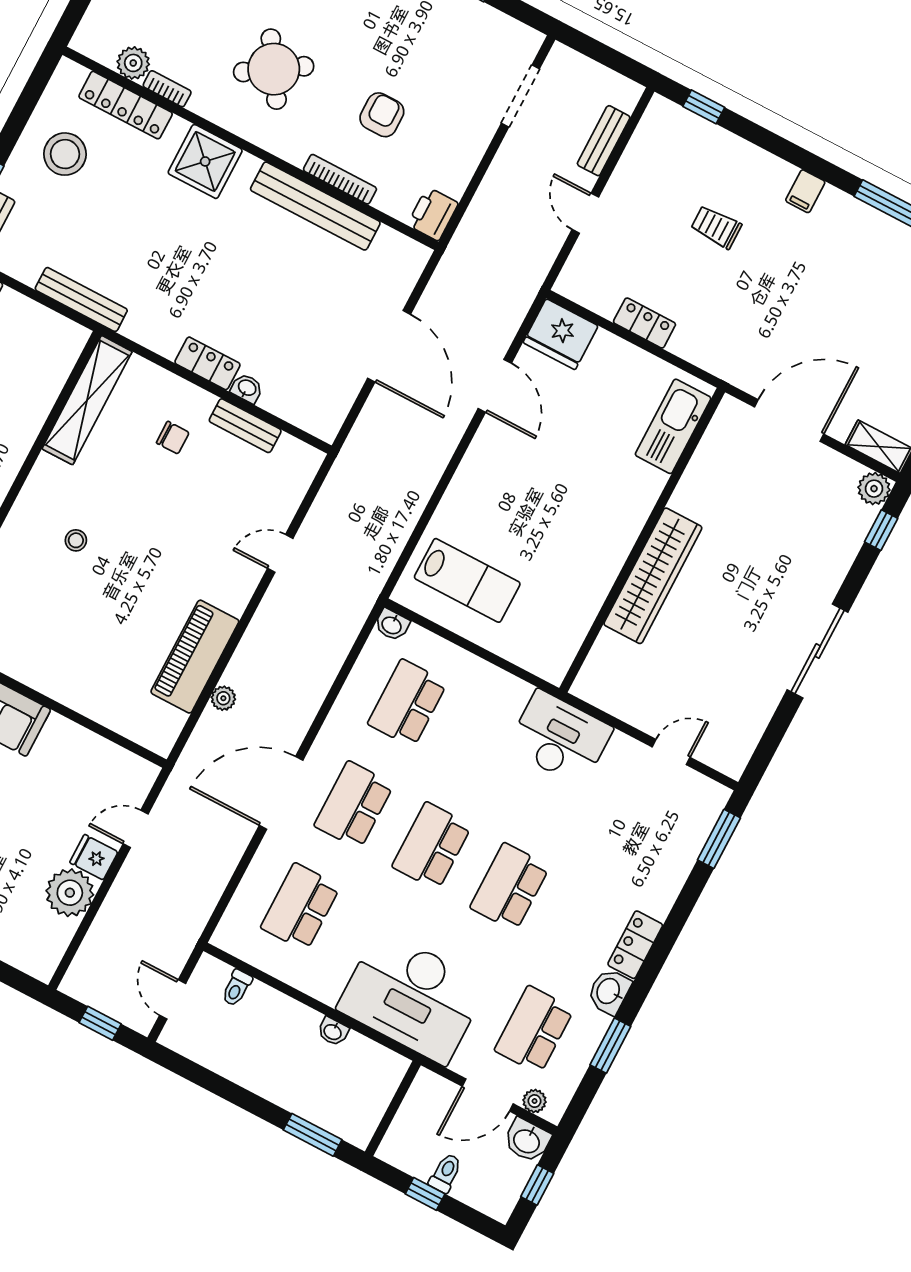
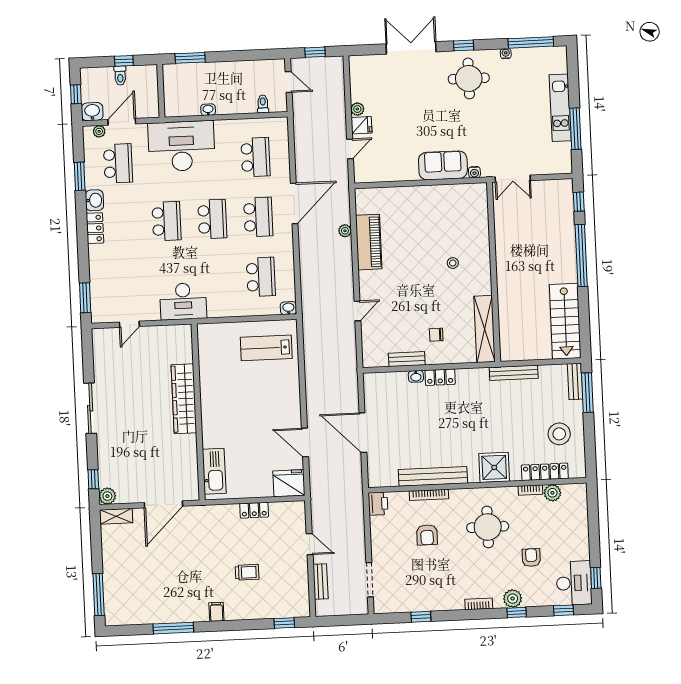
round table: (274, 69) -> (488, 527), turned 33
plant: (70, 893) -> (357, 109), width x0.53, depth x0.53

